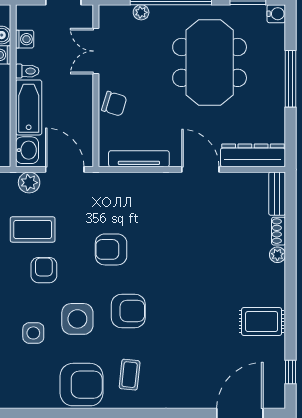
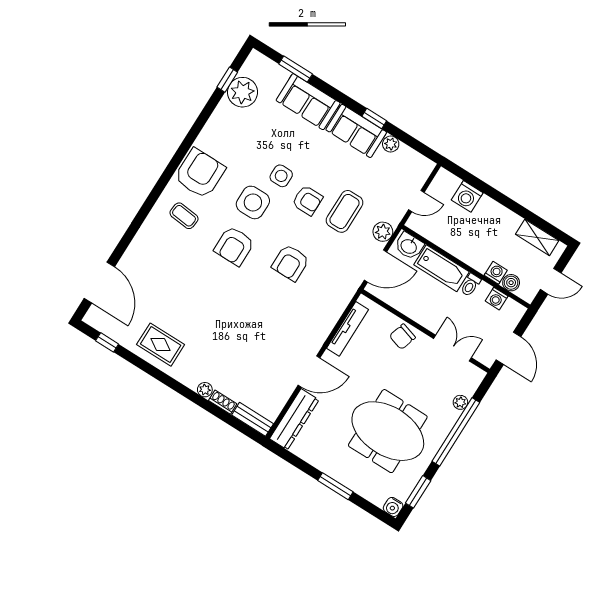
window: (291, 79) -> (335, 486), width x0.69
armchair: (111, 249) -> (290, 263), turned 180
rug: (262, 322) -> (161, 345), turned 90
side table: (33, 333) -> (281, 176), moved
armchair: (82, 385) -> (200, 173), turned 180

